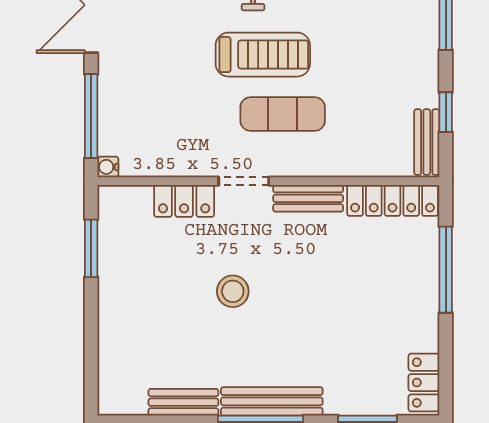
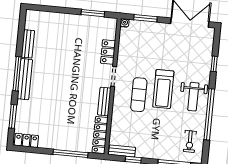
window: (91, 116) -> (145, 18), width x0.69
stool: (233, 291) -> (70, 68), removed

